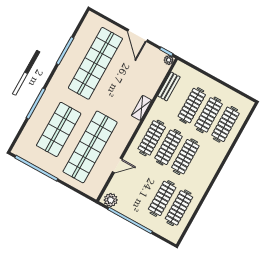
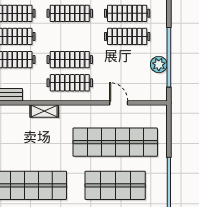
clothes rail: (185, 157) -> (70, 13), moved
plant: (111, 200) -> (159, 64), moved

